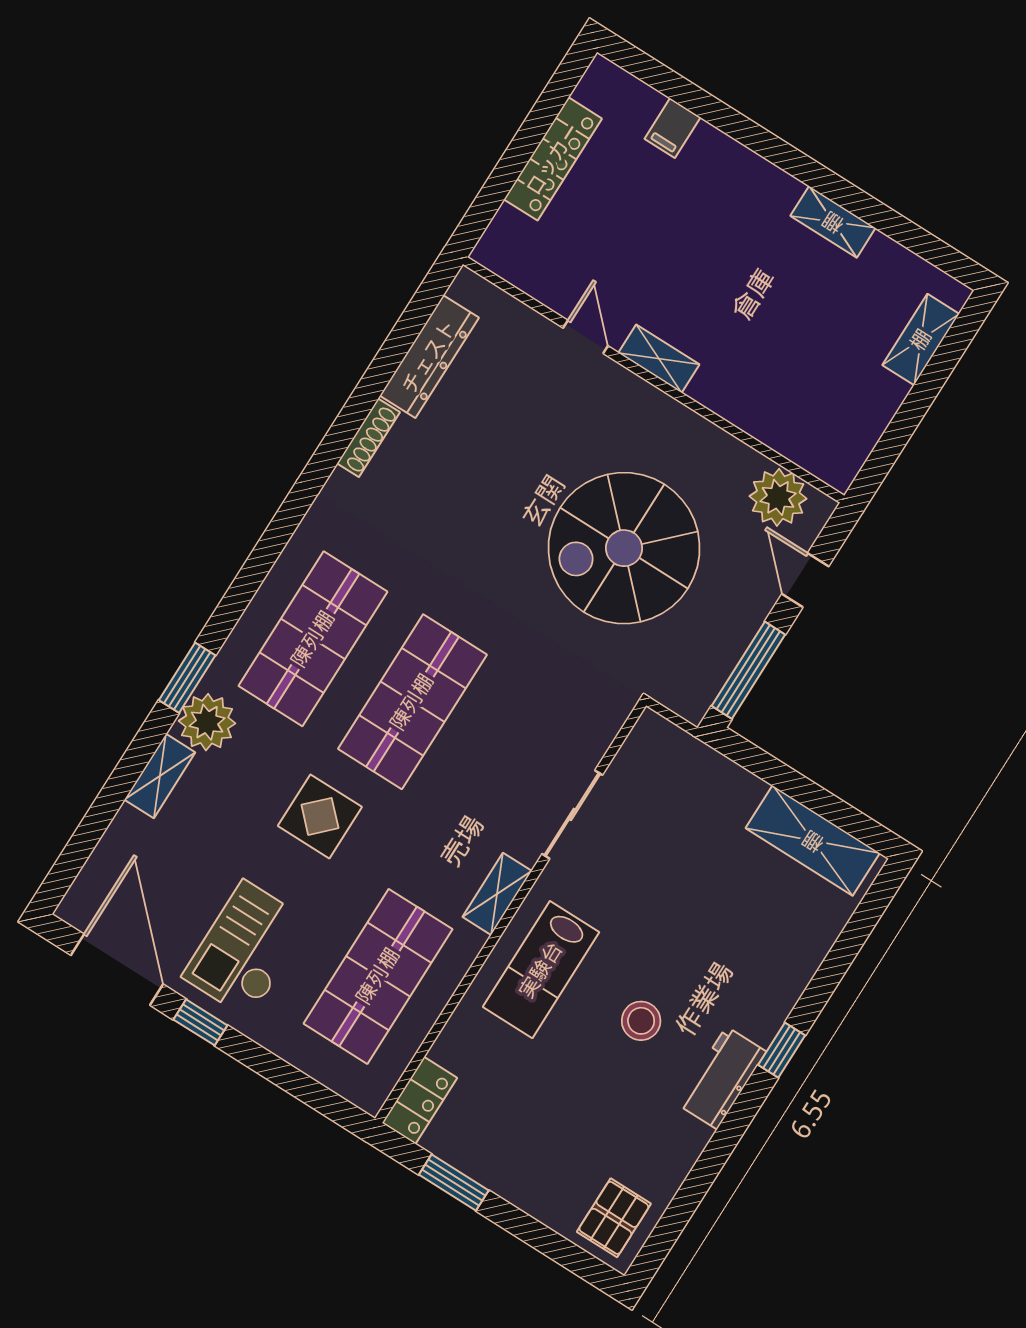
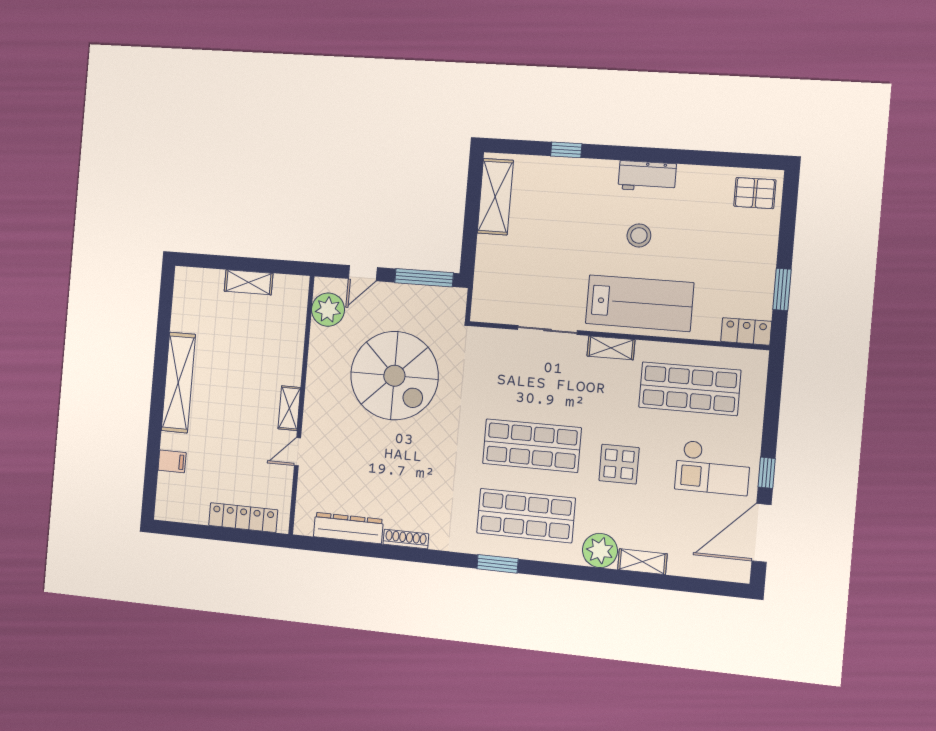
locker: (553, 159) -> (243, 518), moved
shelving: (833, 222) -> (178, 383), width x2.20, depth x1.33
shelving: (921, 340) -> (249, 282), moved
window: (187, 678) -> (497, 564), moved
lab bench: (541, 970) -> (639, 303), width x1.36, depth x1.39
window: (782, 1050) -> (566, 150), moved

